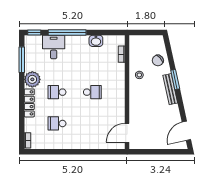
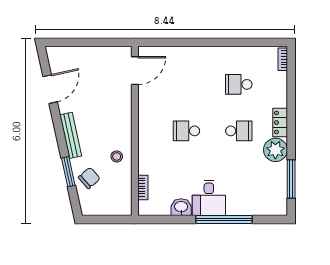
window: (34, 33) -> (273, 219), removed
desk: (54, 47) -> (209, 198), moved
window: (175, 80) -> (68, 172), moved
locker: (29, 103) -> (280, 122), width x0.66
school desk: (57, 123) -> (239, 84), turned 180
door: (186, 131) -> (50, 89), moved

